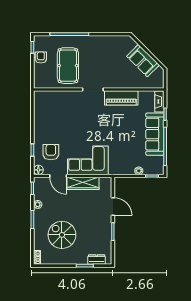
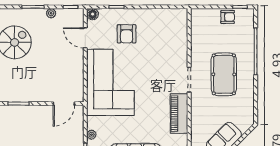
pool table: (68, 66) -> (224, 74), moved, turned 90
armchair: (51, 152) -> (127, 34), moved, turned 90
corner sofa: (88, 160) -> (110, 82), width x1.36, depth x1.36
door: (58, 176) -> (85, 38), hinge flipped
wardrobe: (83, 183) -> (76, 68), removed
door: (113, 207) -> (64, 104), moved

